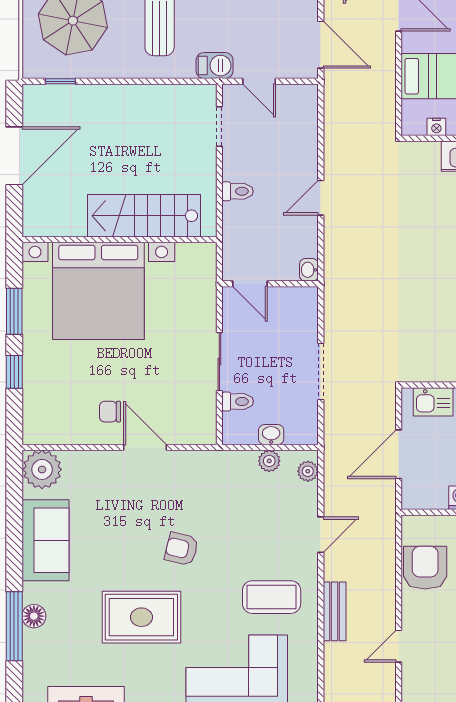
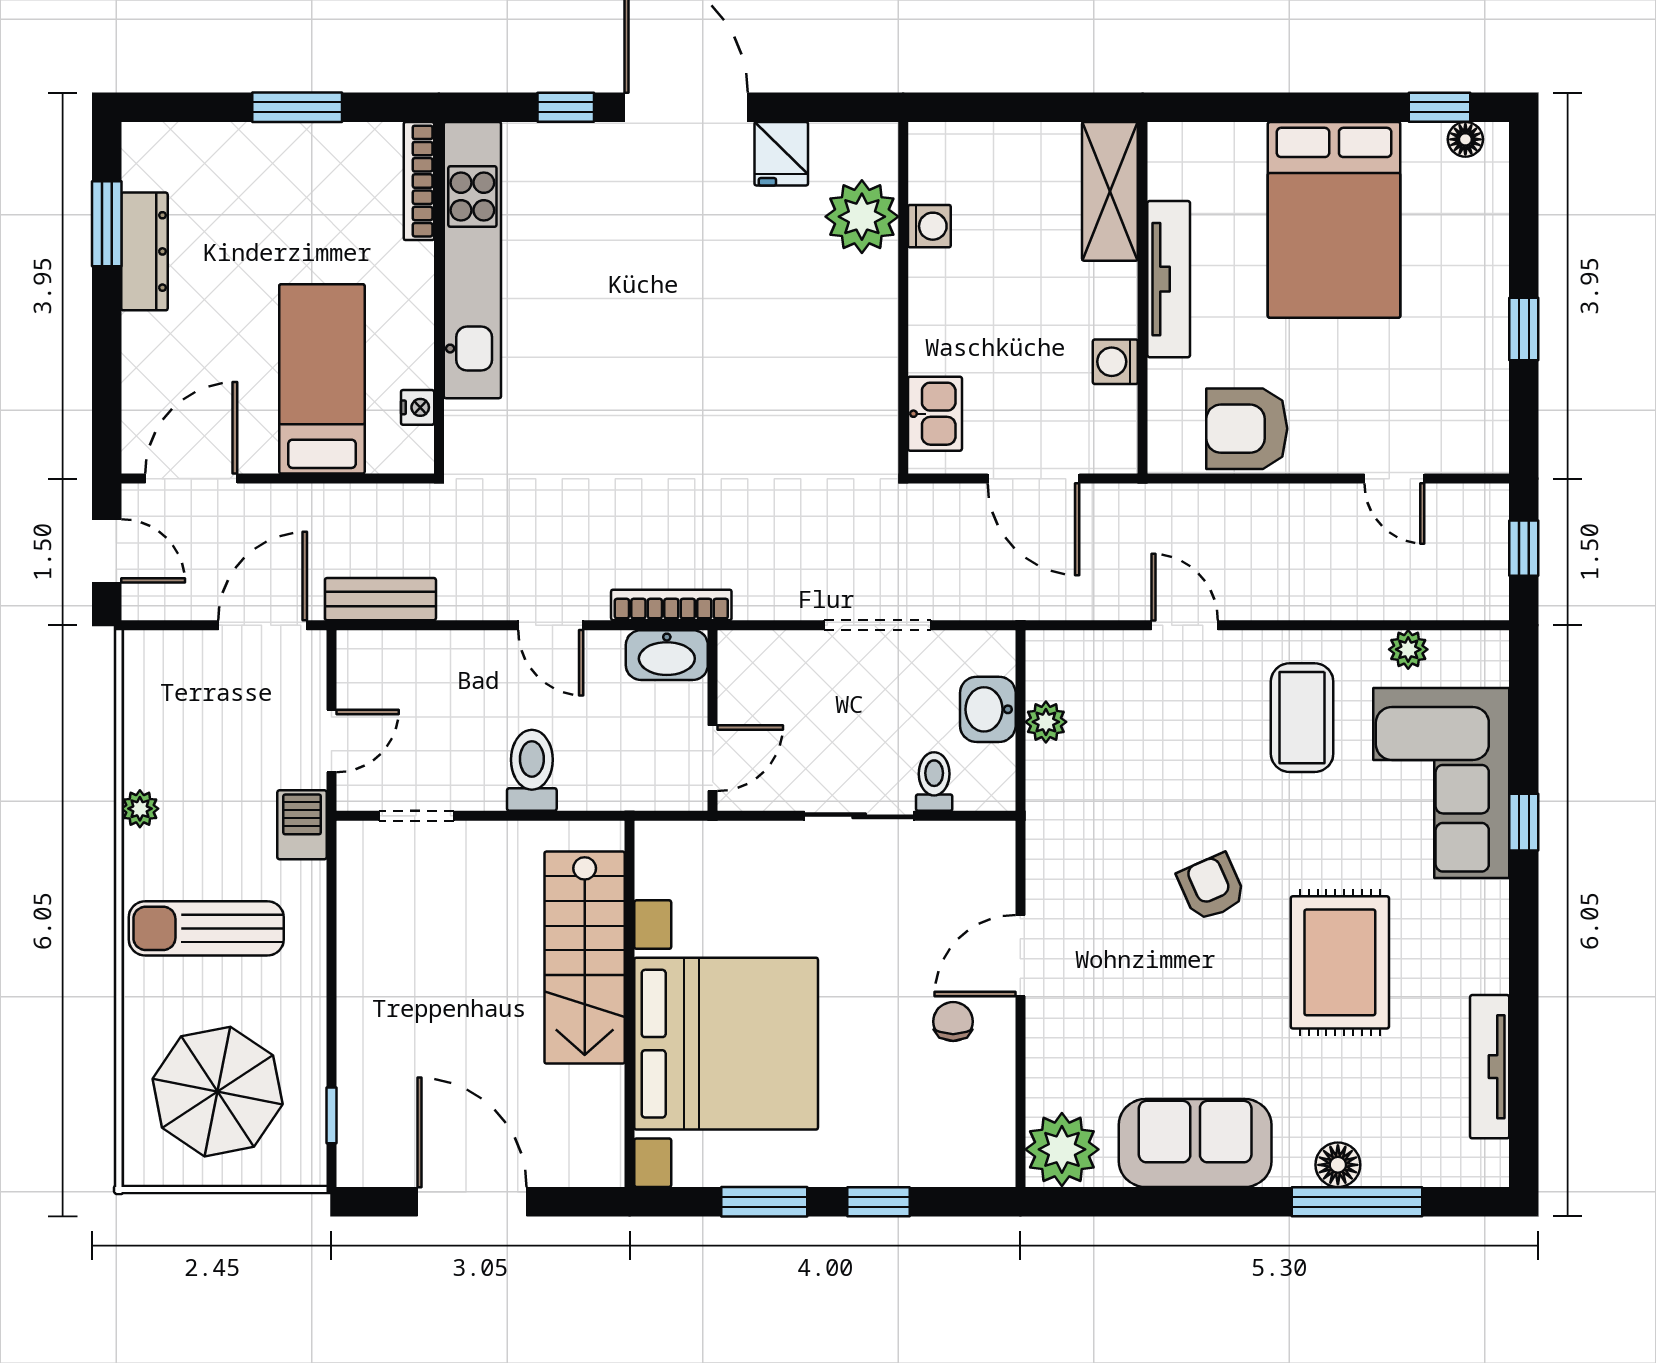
toilet: (238, 191) -> (532, 770), width x1.37, depth x1.39
bookcase: (331, 262) -> (671, 605), added
washbasin: (309, 270) -> (667, 655), width x1.91, depth x1.45
chair: (110, 412) -> (953, 1022), turned 180
washbasin: (271, 435) -> (988, 709), width x1.38, depth x1.45
plant: (308, 471) -> (1408, 649), moved
armchair: (181, 549) -> (1211, 887), turned 142
bench: (335, 611) -> (380, 599), moved

